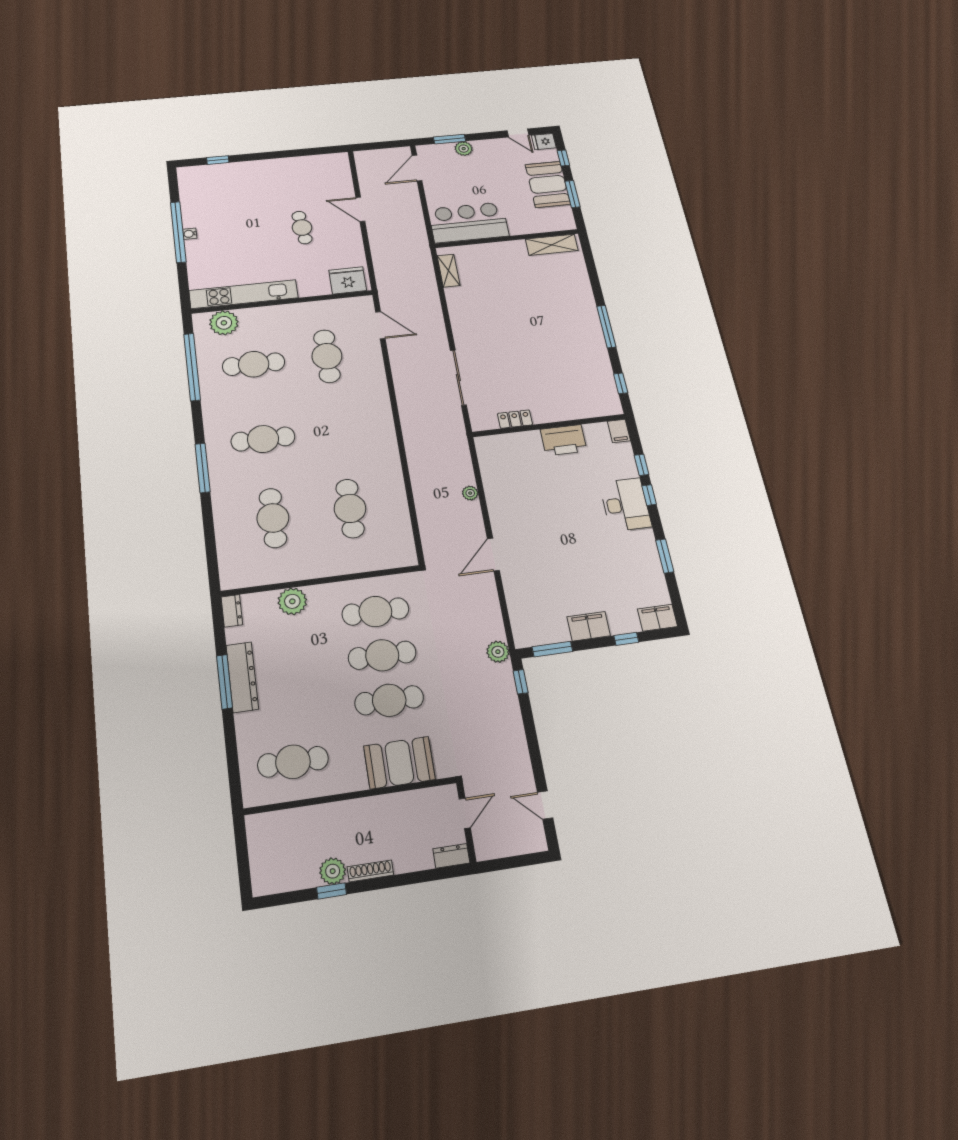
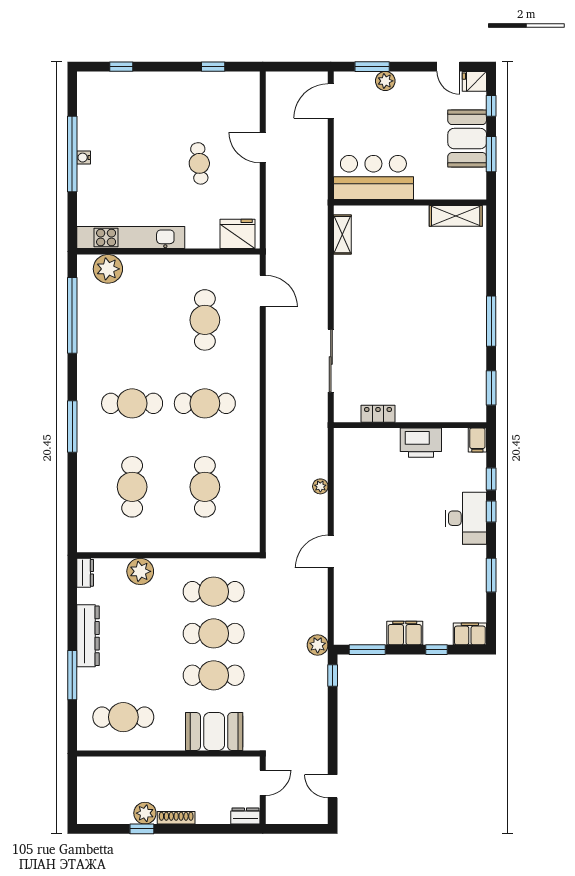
window: (304, 152) -> (213, 67), added
cafe table: (254, 364) -> (205, 403), moved
window: (621, 383) -> (491, 388), width x1.50
window: (225, 682) -> (72, 675), moved

